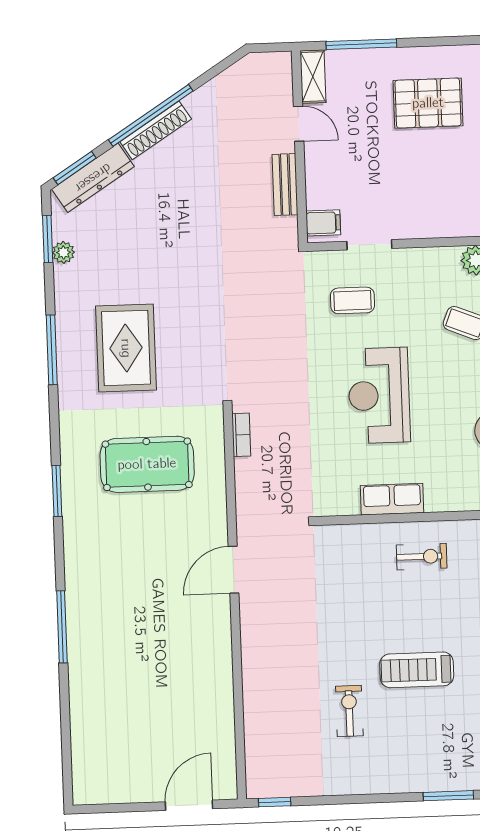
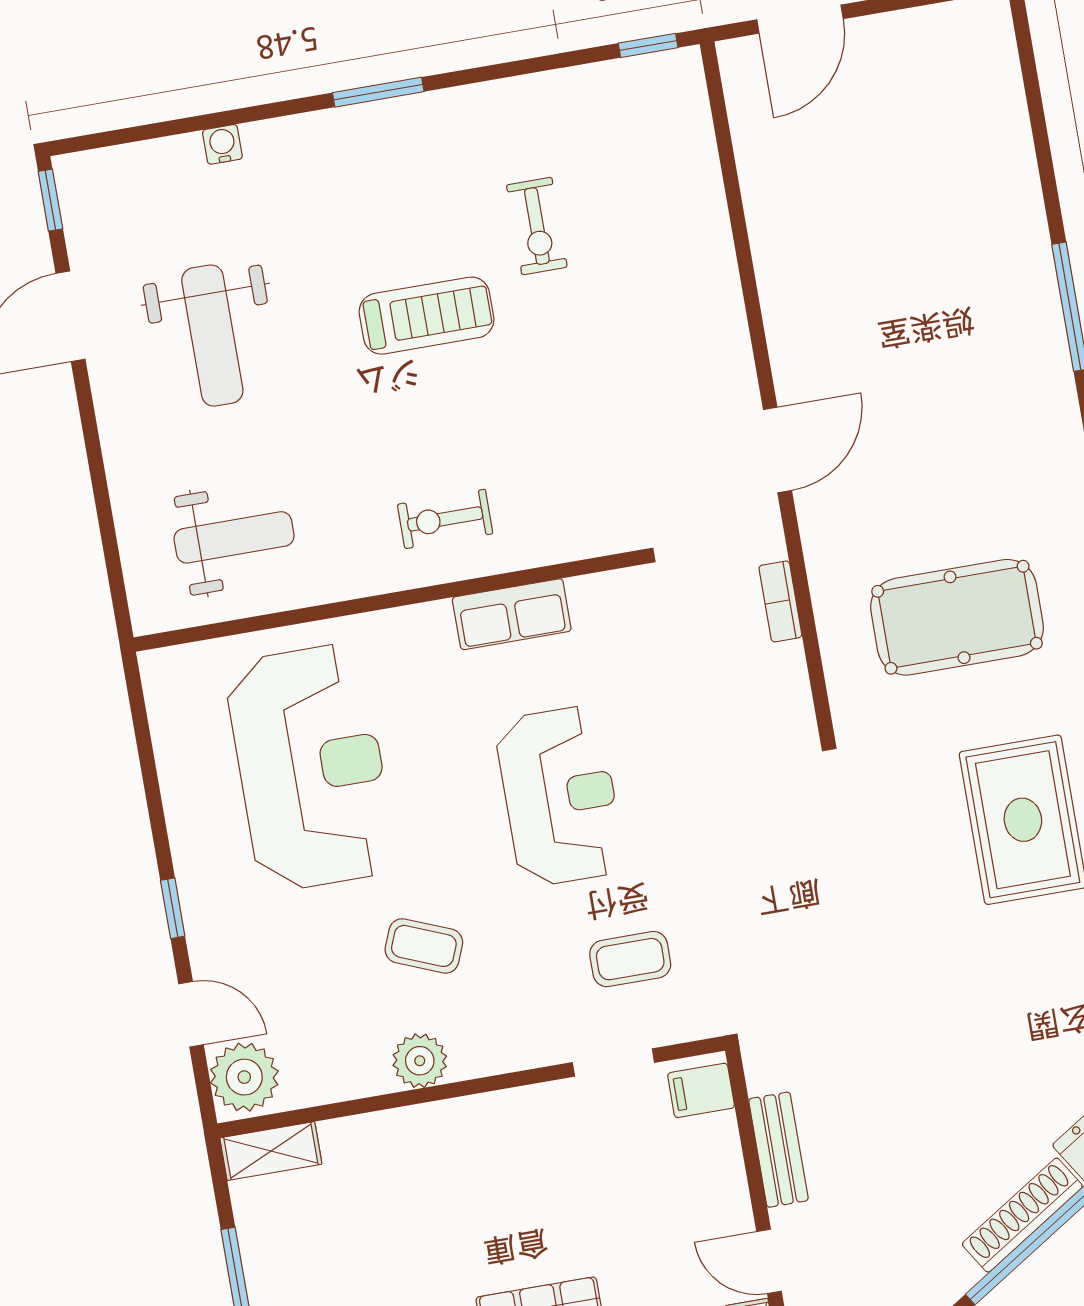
bookcase: (241, 435) -> (780, 601), moved
window: (448, 796) -> (378, 92), moved

